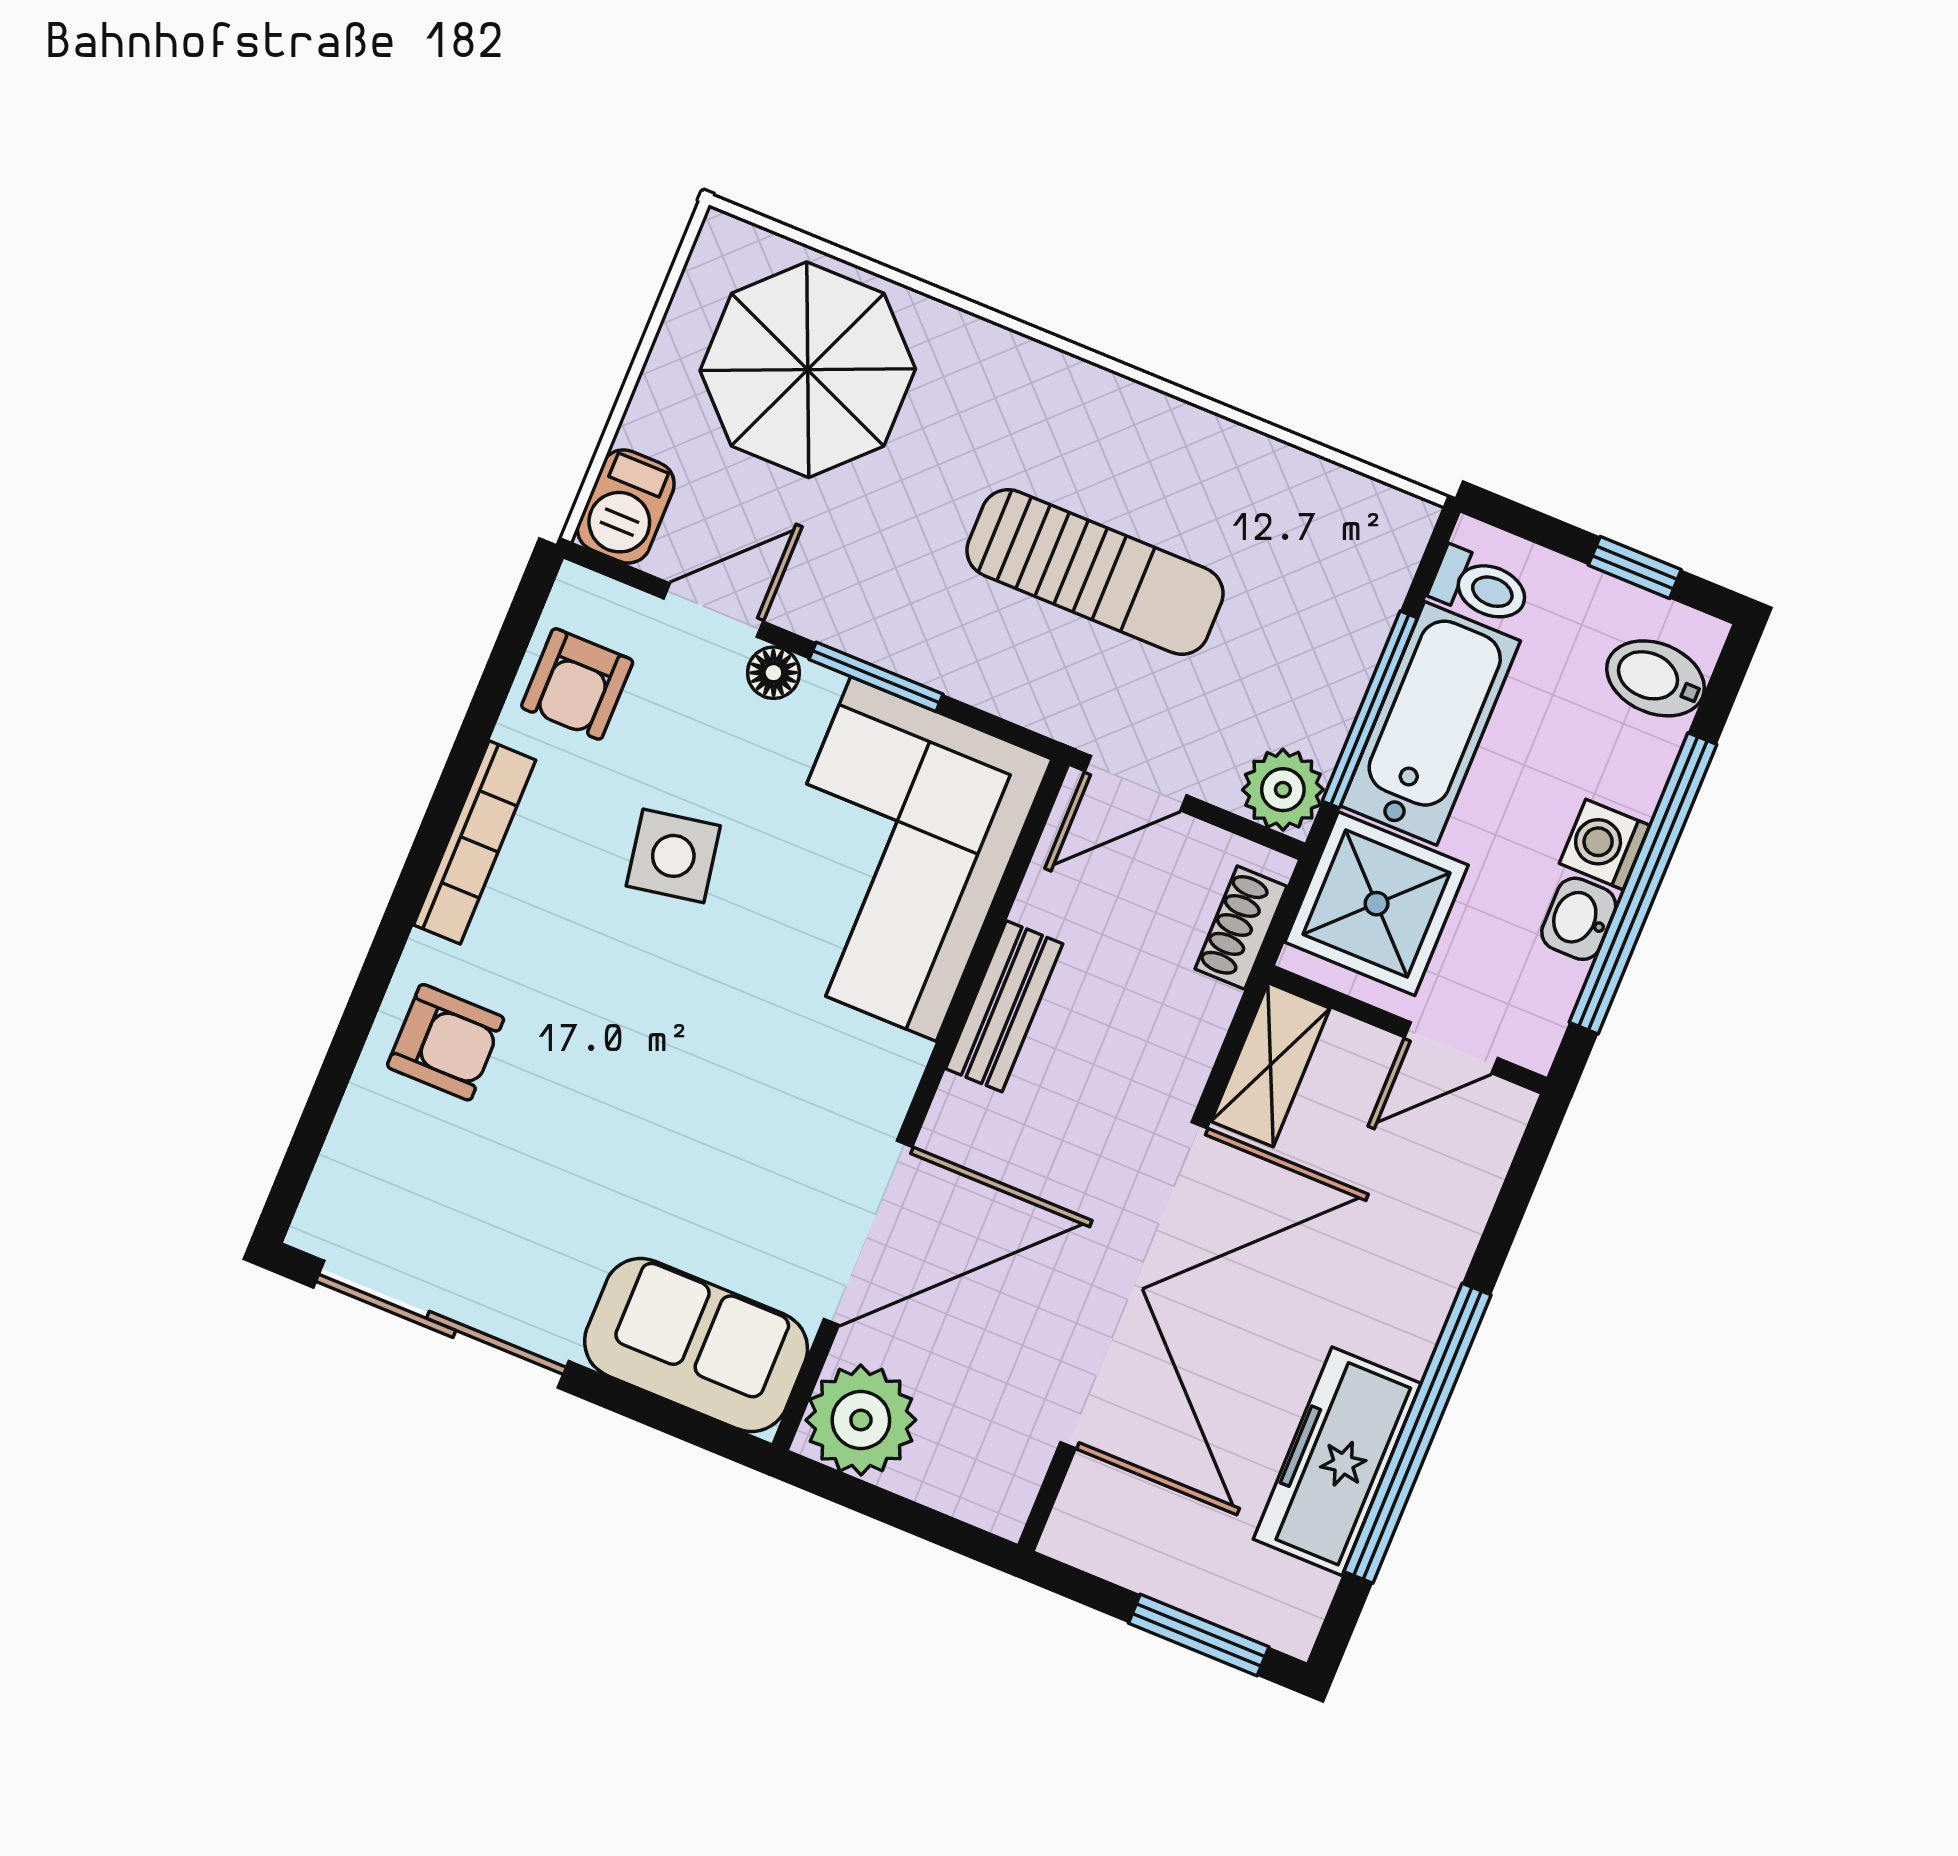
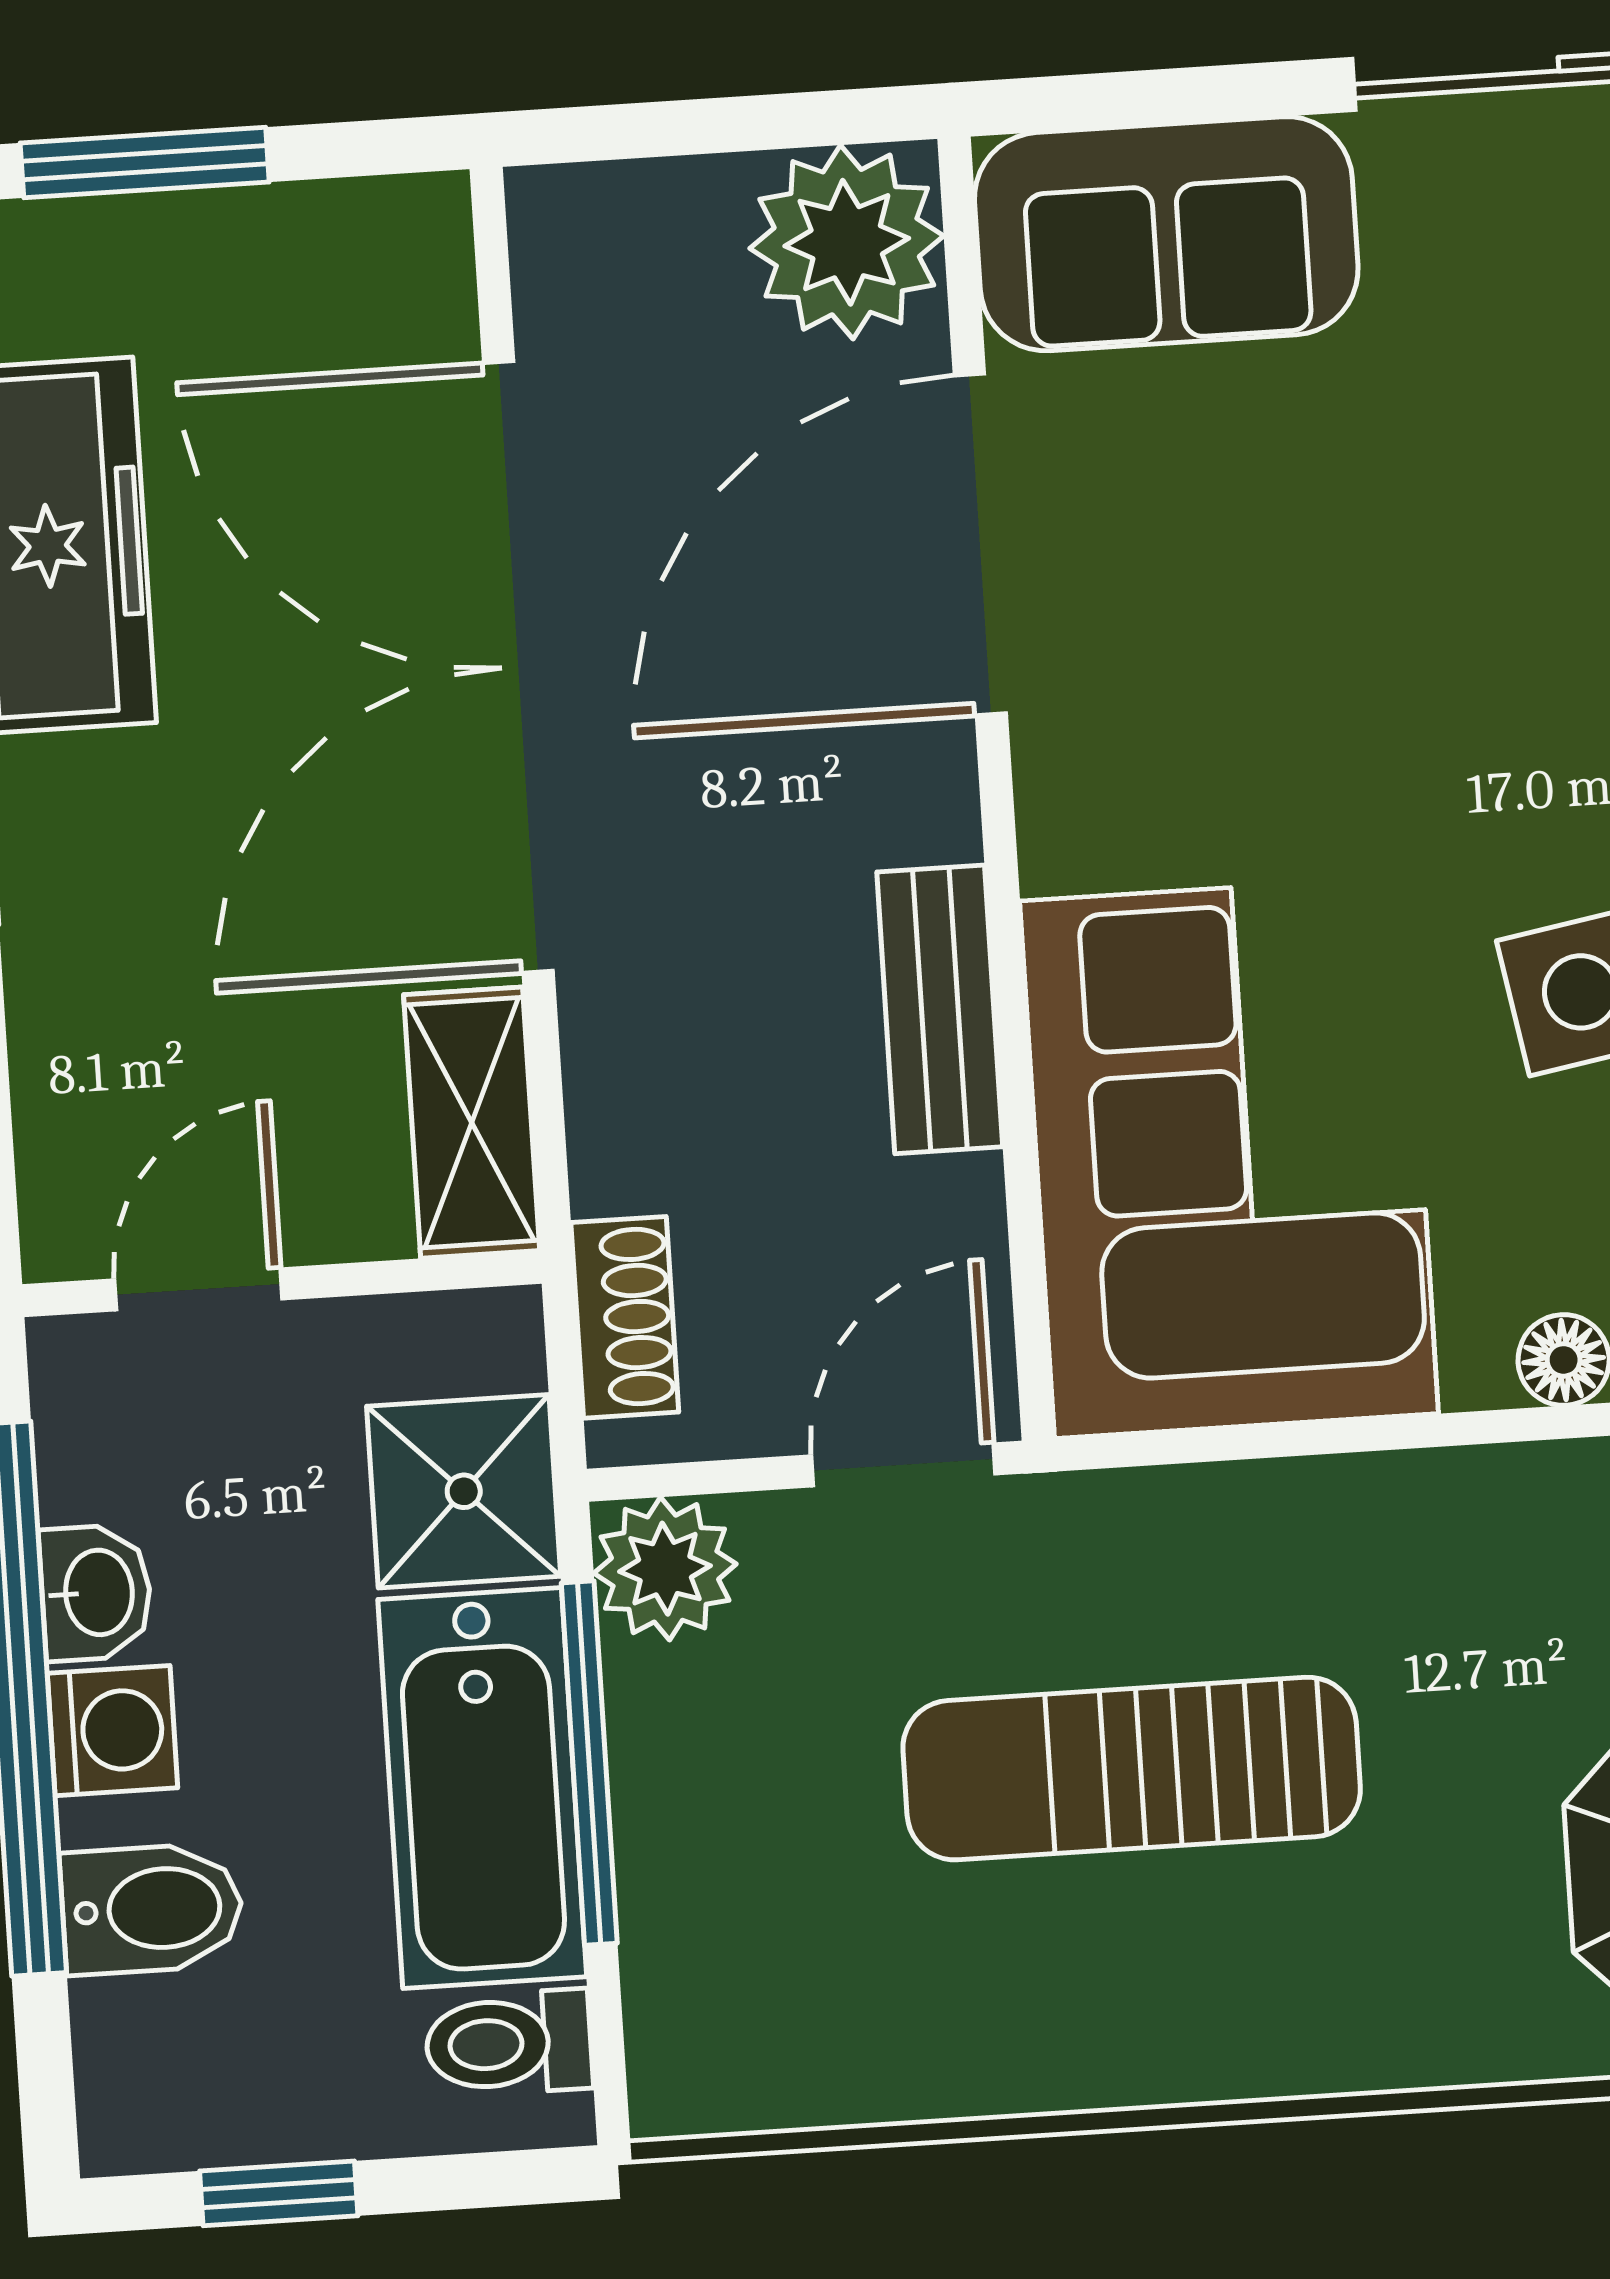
window: (876, 677) -> (1398, 1433), removed
bidet: (1656, 678) -> (152, 1909), moved
shower: (1377, 904) -> (464, 1491), width x0.73, depth x0.73

